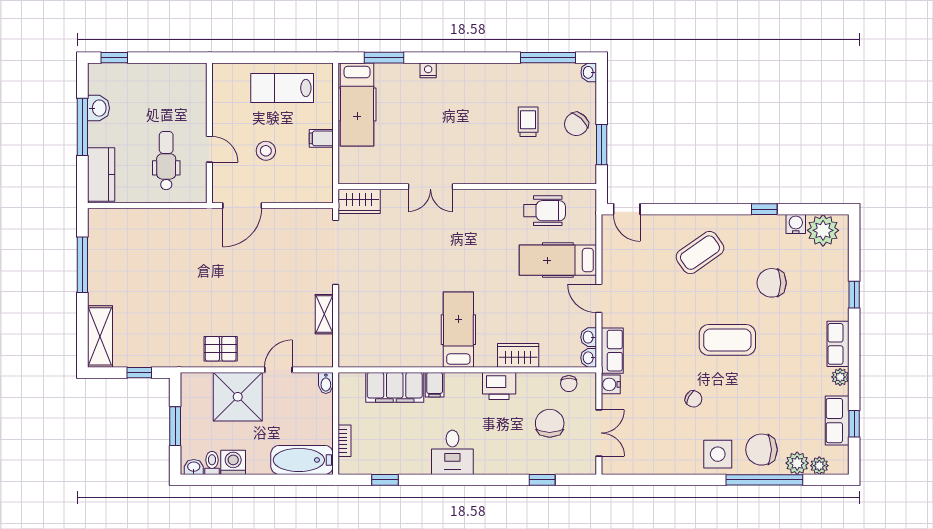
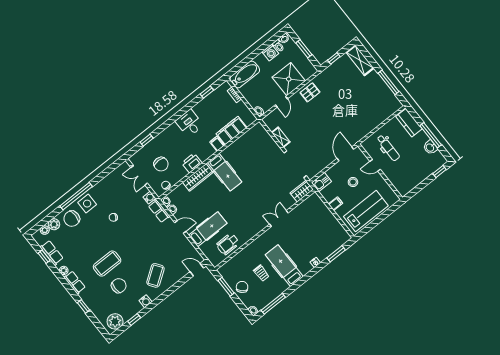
lab bench: (282, 88) -> (366, 211), width x1.36, depth x1.39
hospital bed: (357, 105) -> (284, 266), moved
kitchen sink: (316, 191) -> (321, 182), added
window: (764, 209) -> (134, 320), moved
water cooler: (796, 224) -> (145, 301), moved
coffee table: (727, 340) -> (107, 264), moved
wardrobe: (518, 355) -> (198, 177), width x1.50
chair: (761, 450) -> (72, 219), turned 180
window: (764, 480) -> (76, 196), moved

